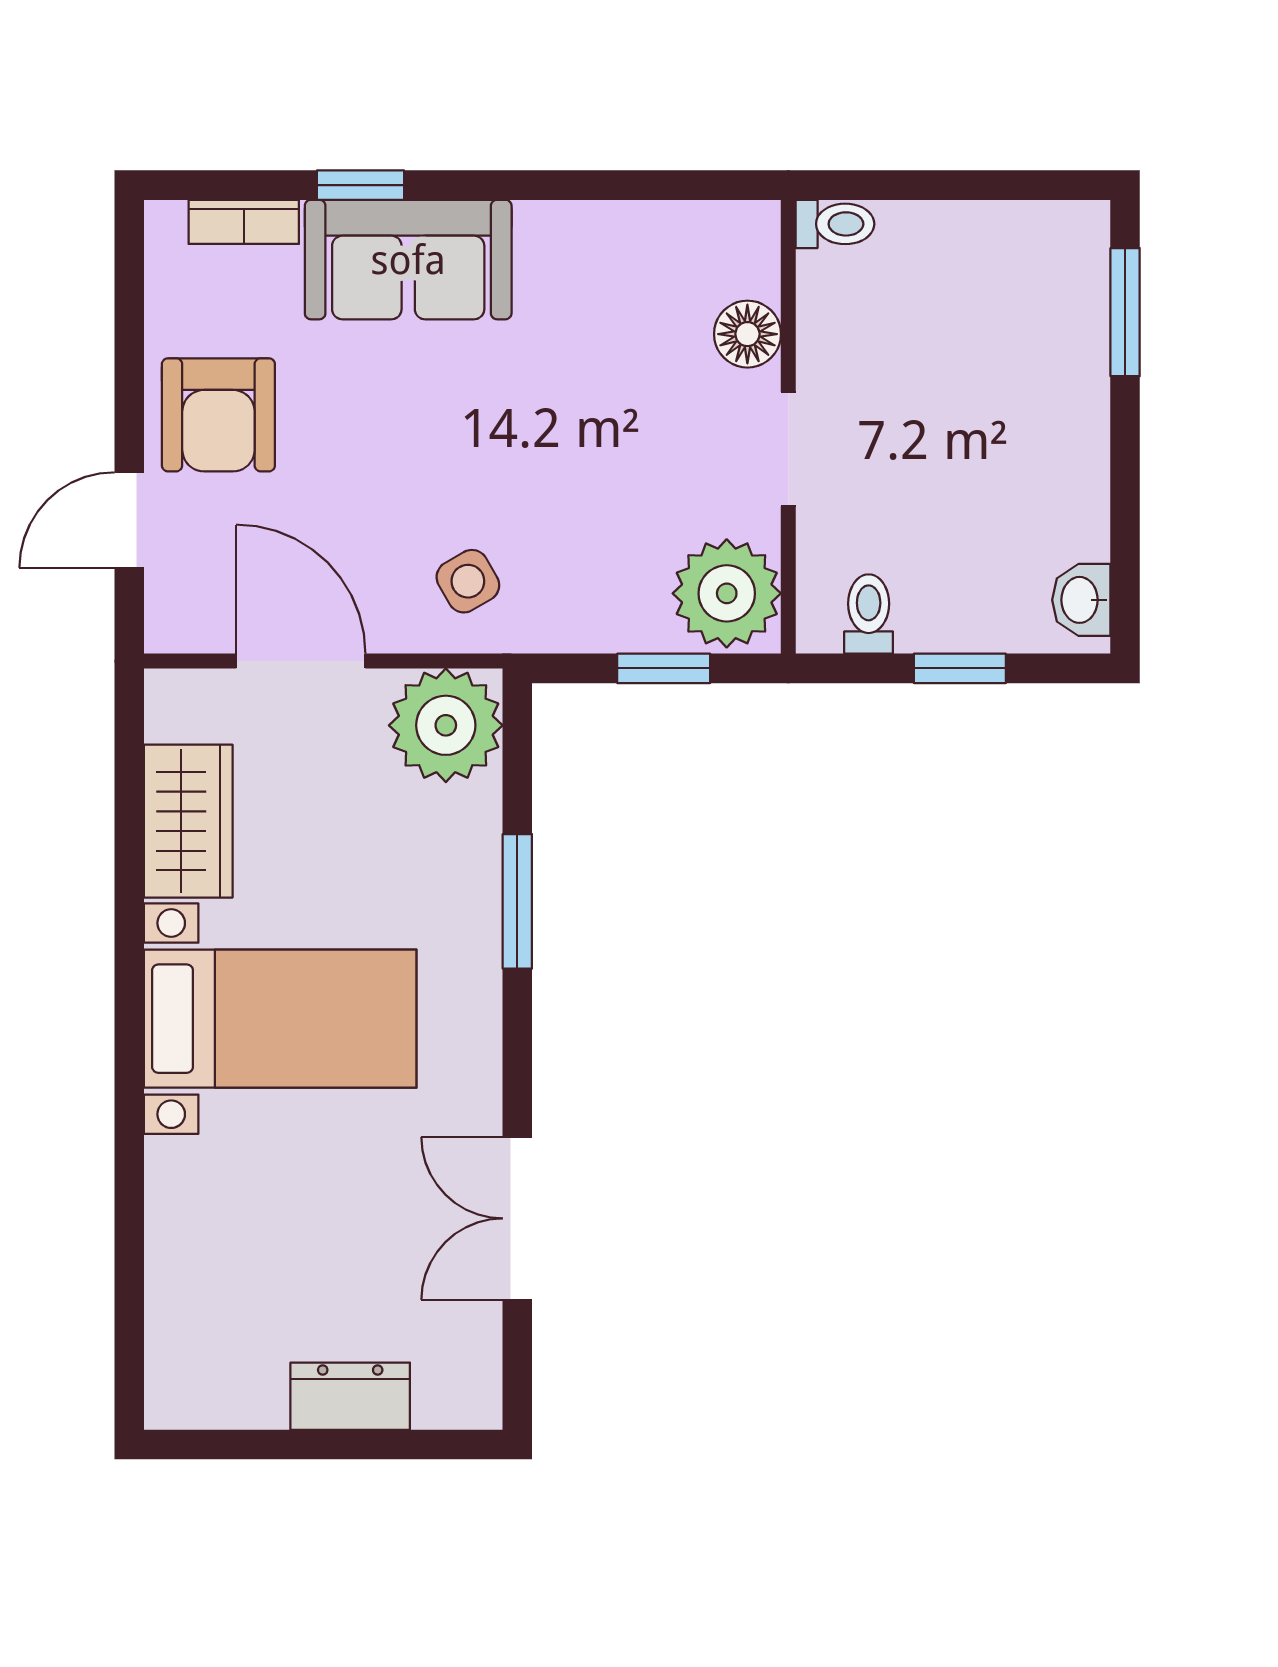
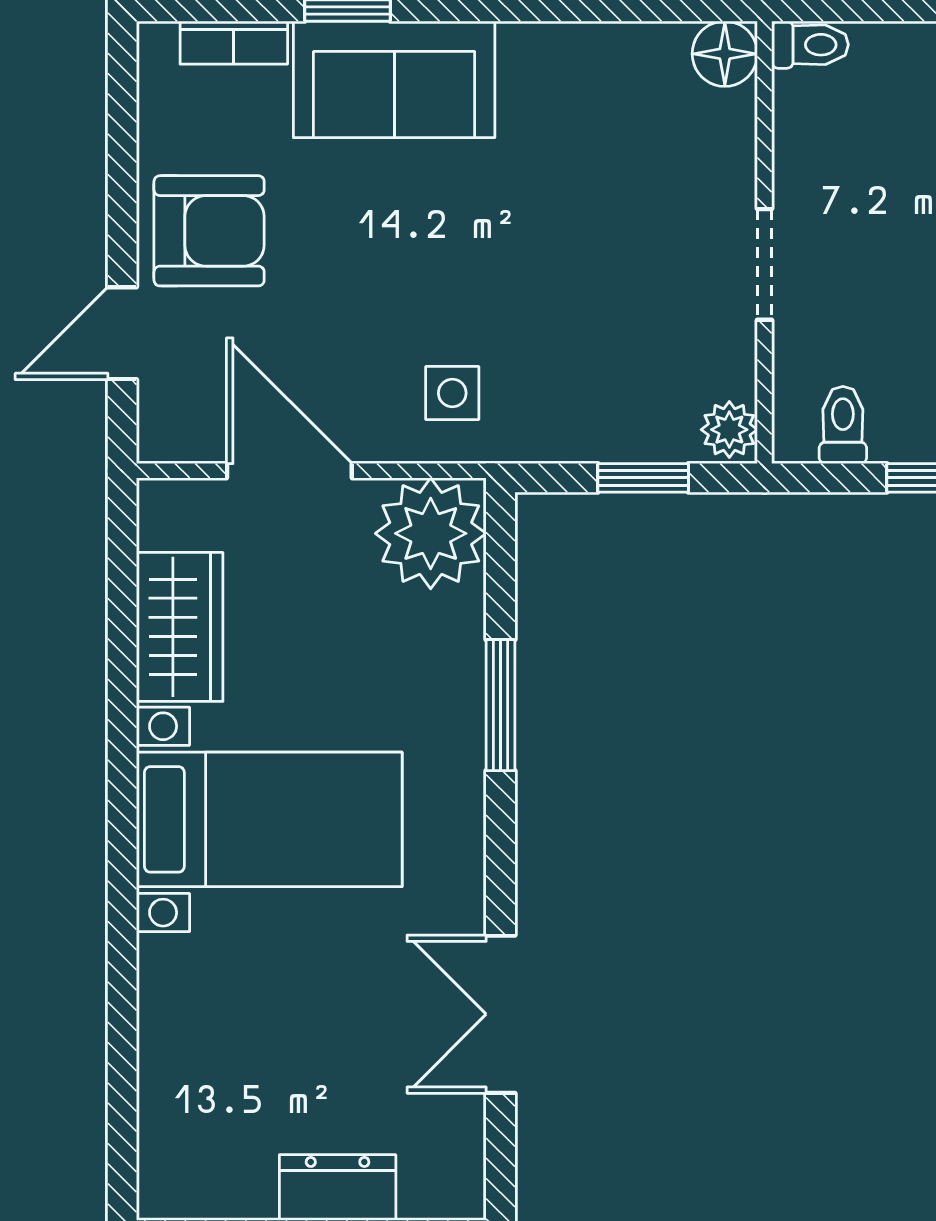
floor lamp: (747, 334) -> (725, 54), moved
armchair: (218, 415) -> (209, 231), turned -90
side table: (468, 581) -> (452, 393), turned 30
plant: (727, 593) -> (729, 430), width x0.53, depth x0.53

